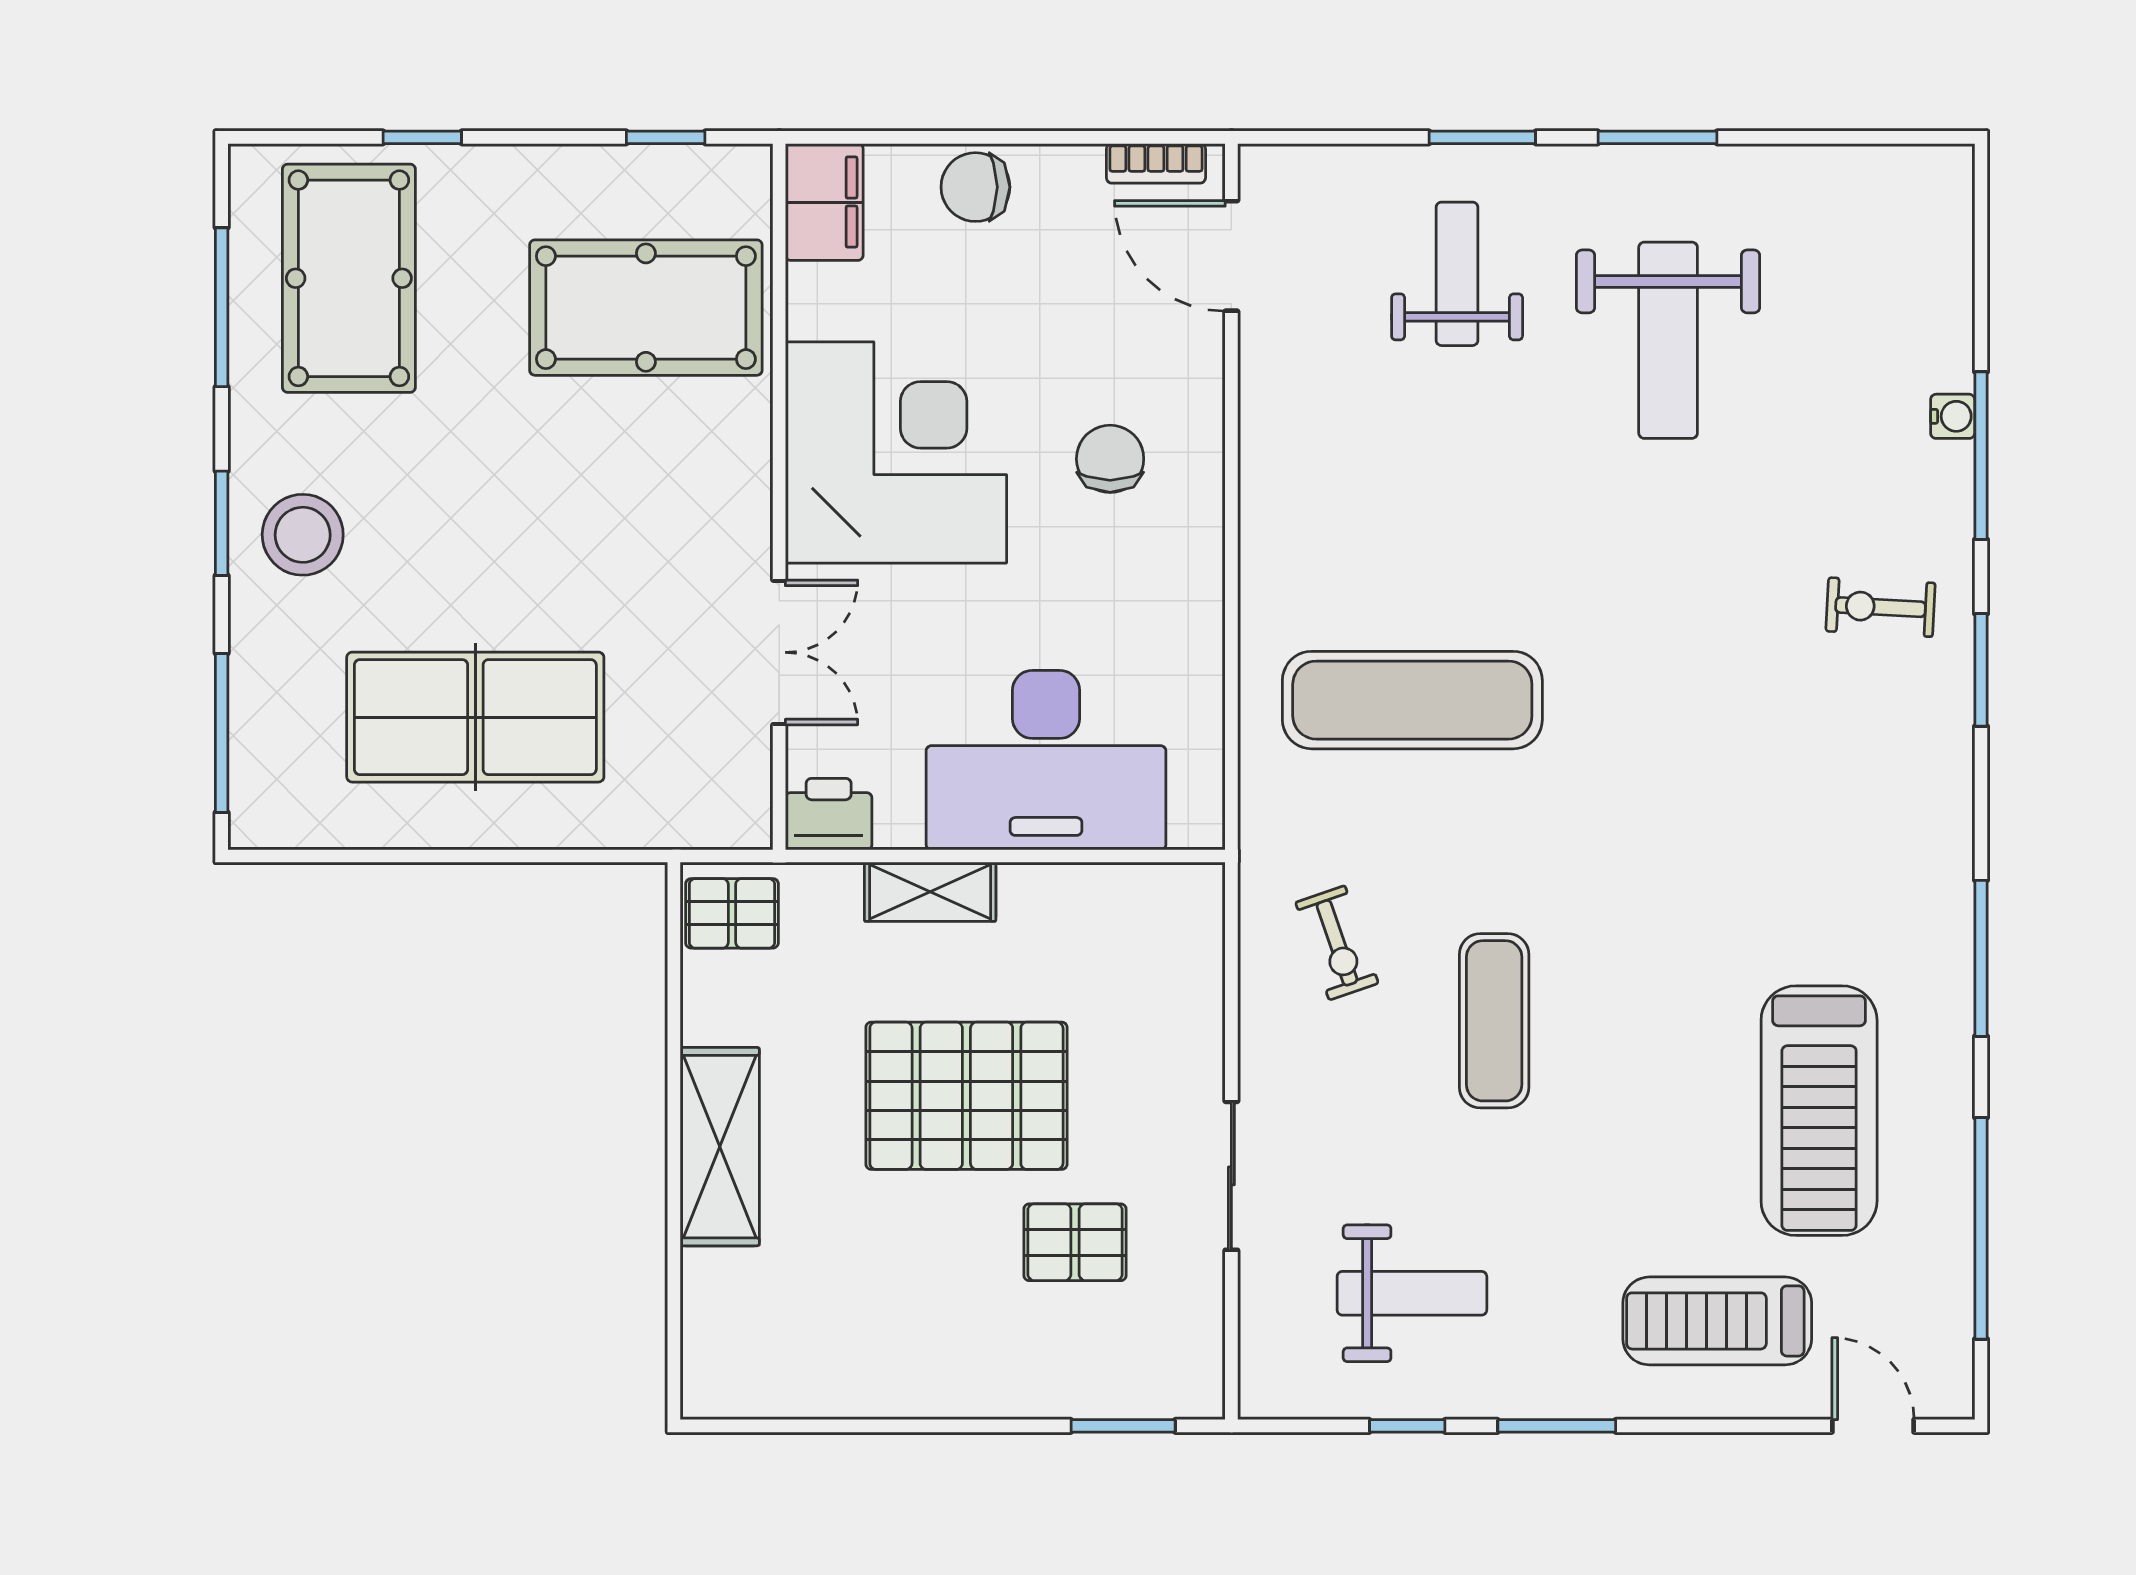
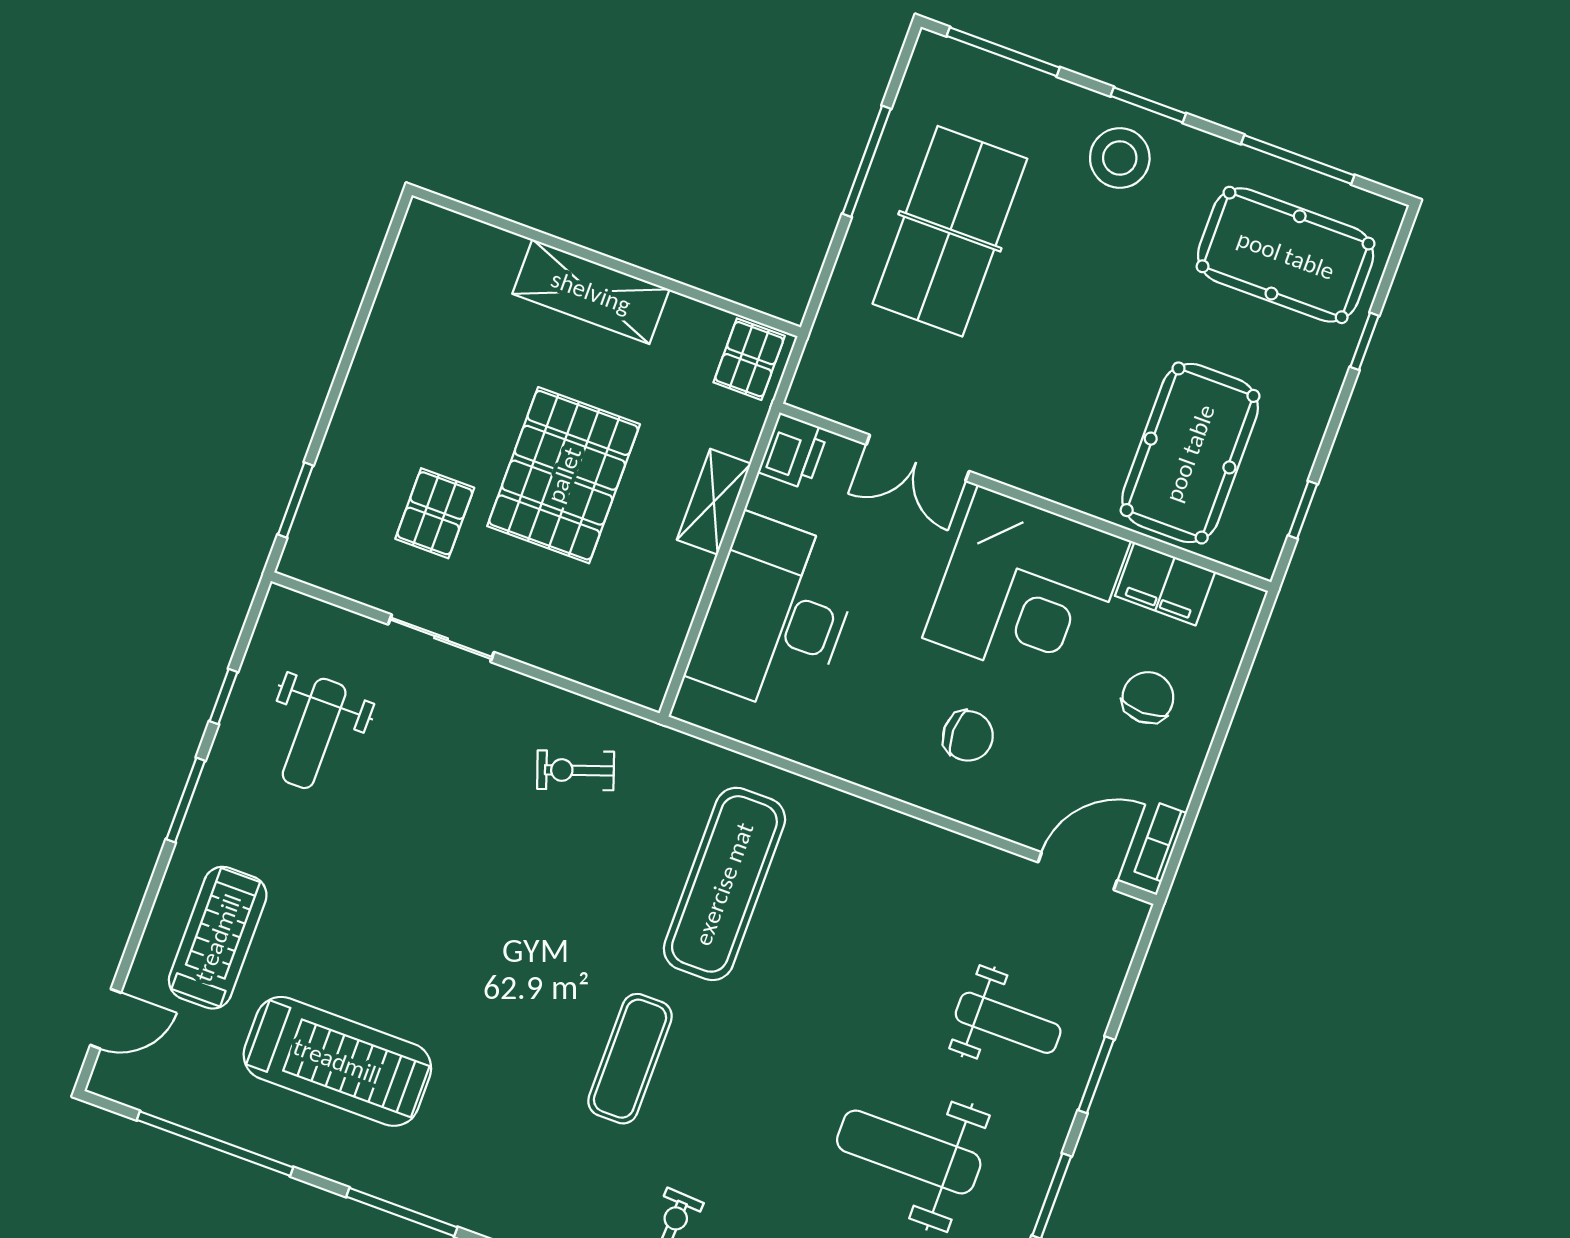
chair: (975, 187) -> (1148, 698), moved
filing cabinet: (824, 202) -> (1165, 584), moved
window: (425, 856) -> (867, 161), added
exercise mat: (1494, 1021) -> (630, 1059), moved, turned 90
treadmill: (1819, 1111) -> (337, 1061), turned 180

